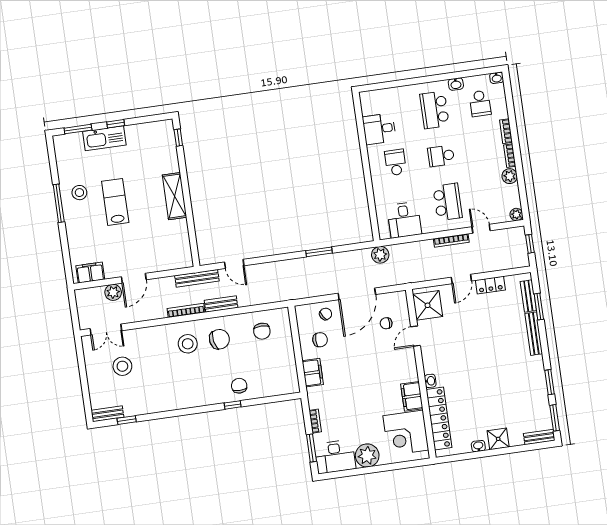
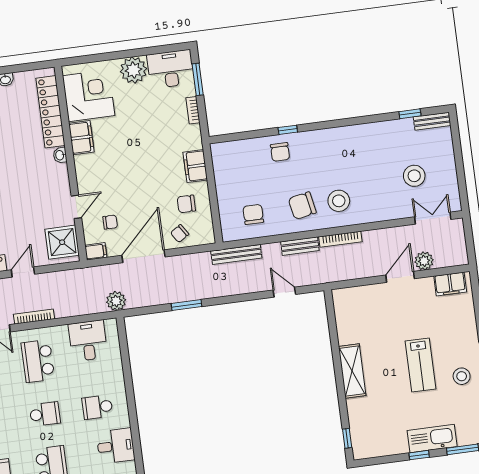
school desk: (395, 162) -> (97, 407), turned 90
bench: (197, 278) -> (236, 254), moved
filing cabinet: (398, 298) -> (96, 251), added

